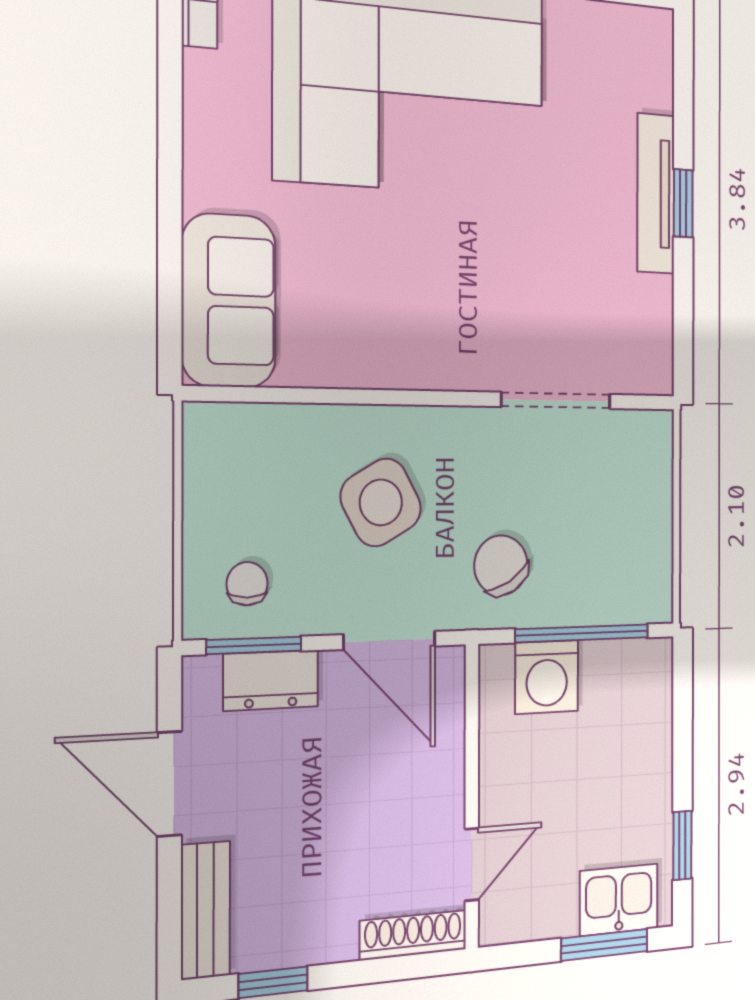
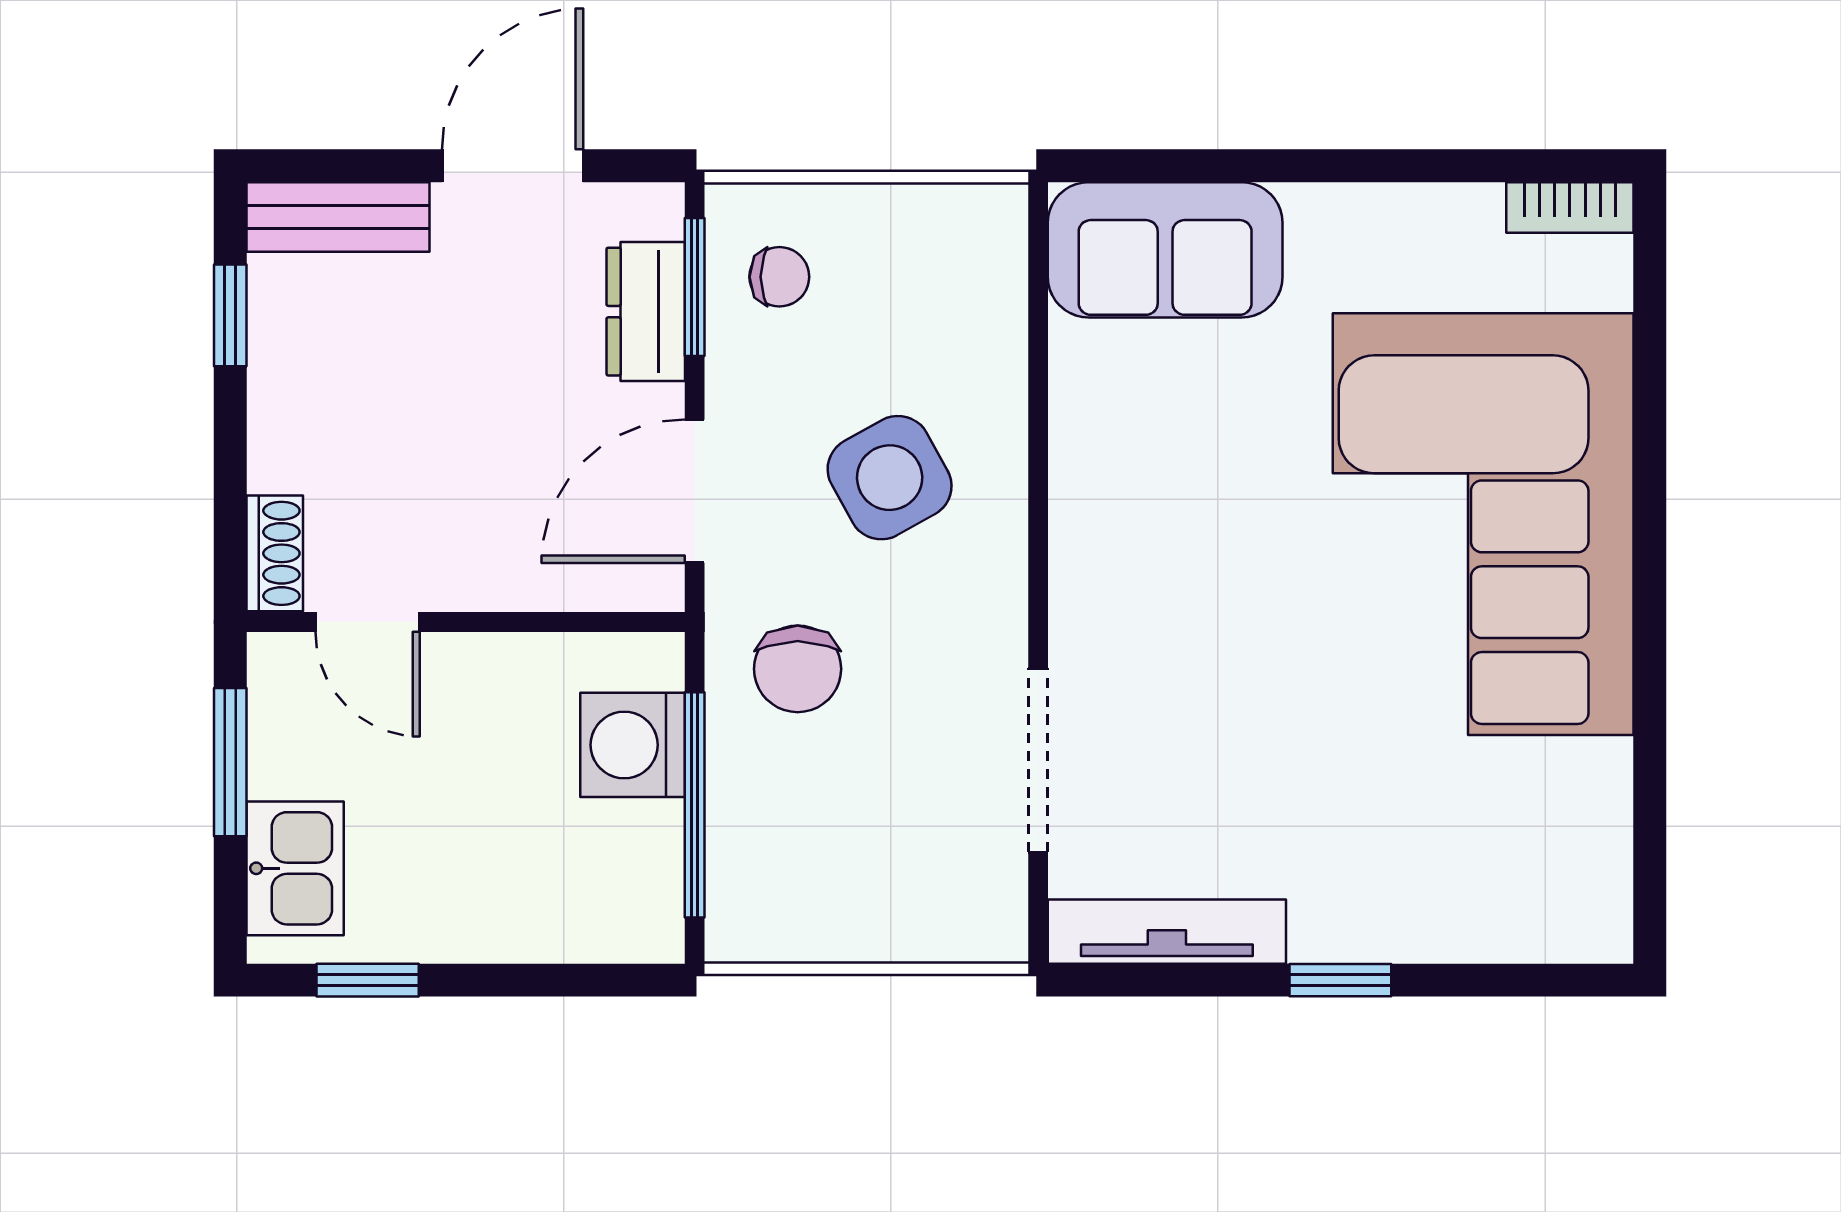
tv unit: (656, 193) -> (1167, 932), moved
chair: (501, 565) -> (798, 669), turned 121
shoe rack: (413, 935) -> (275, 553), width x0.70
window: (604, 945) -> (230, 762), moved

